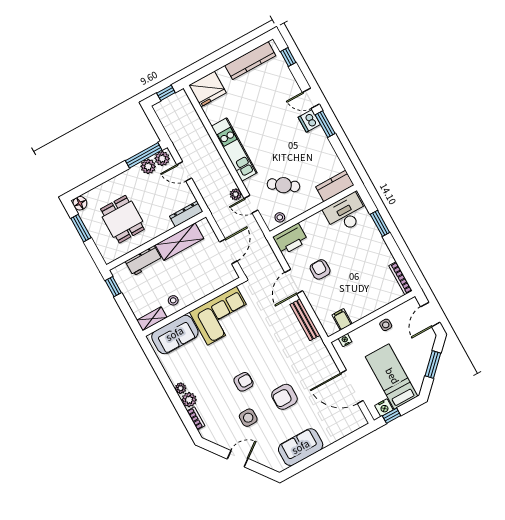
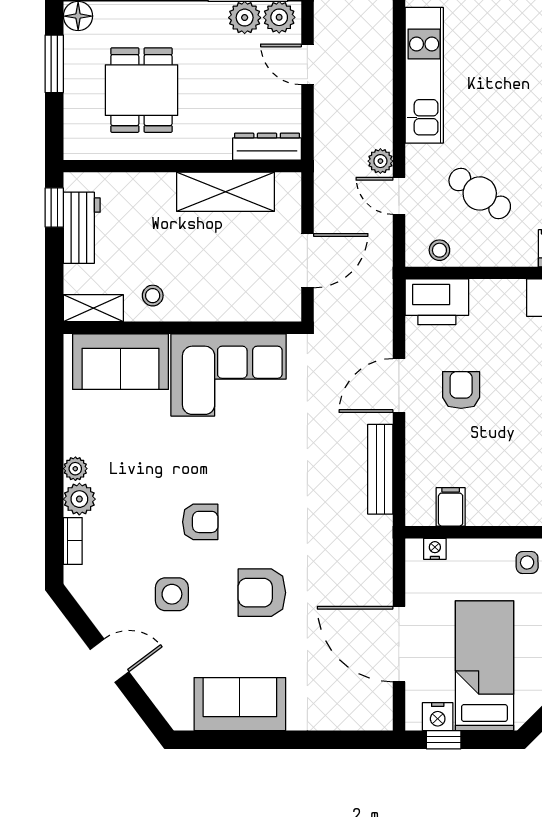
workbench: (144, 261) -> (82, 228), moved, turned -90

